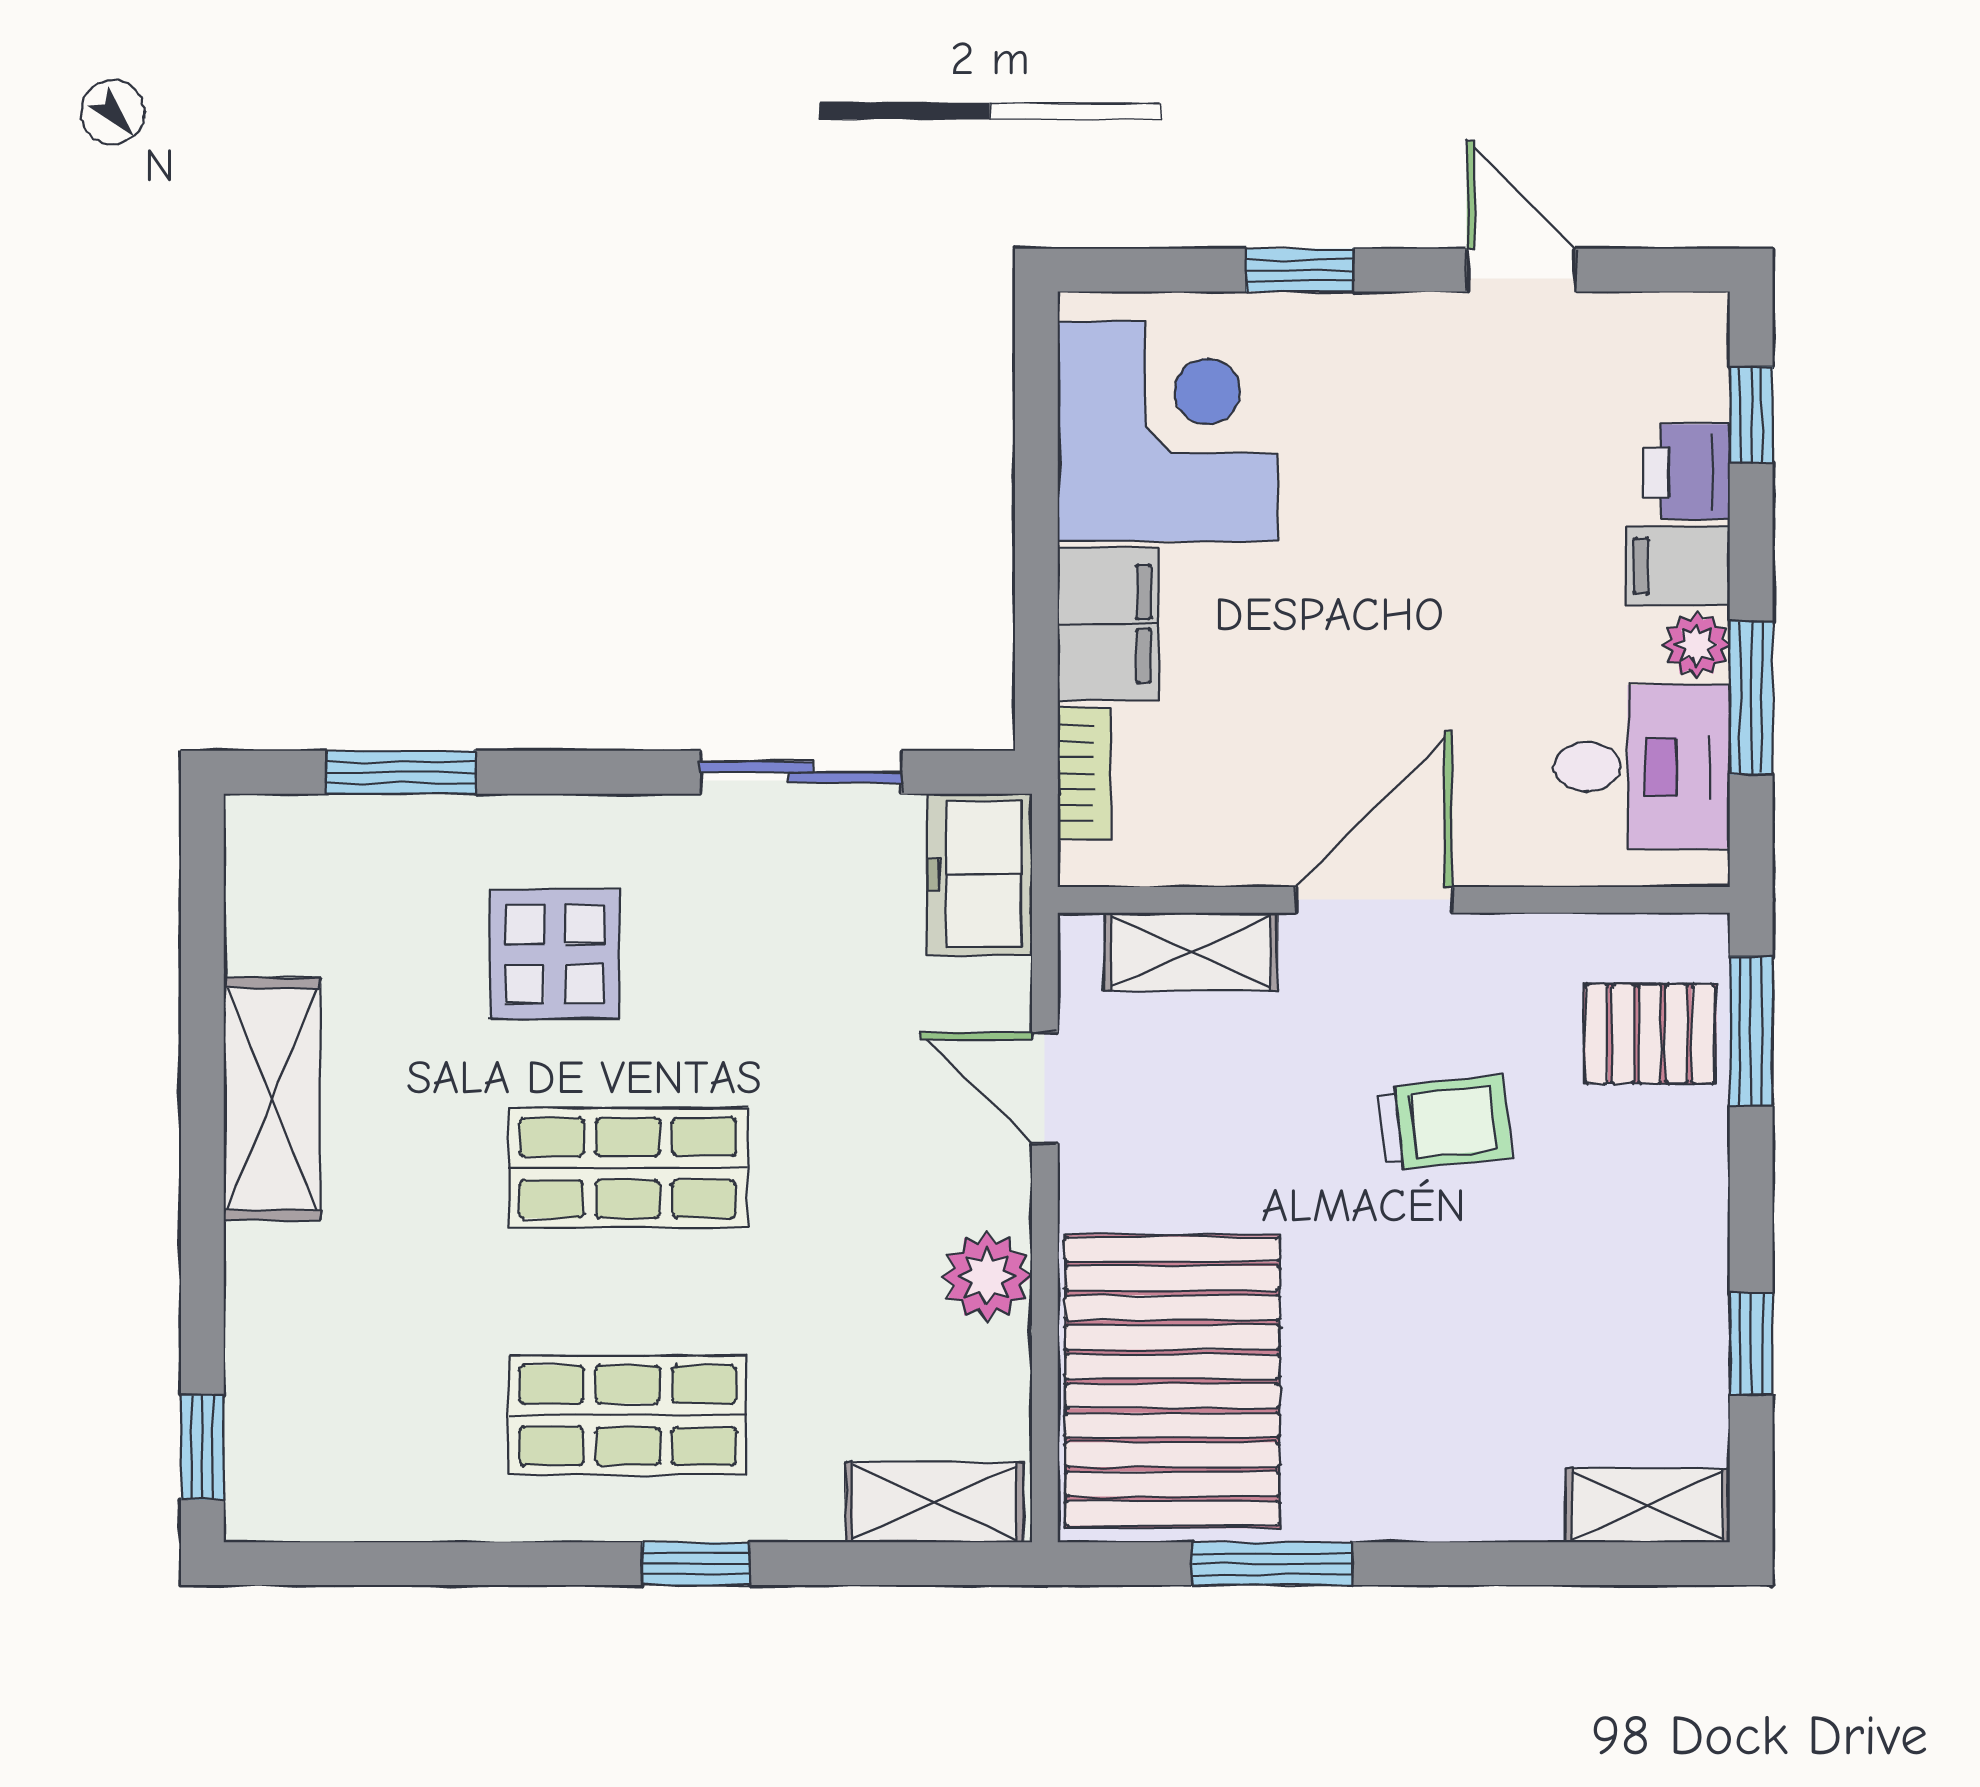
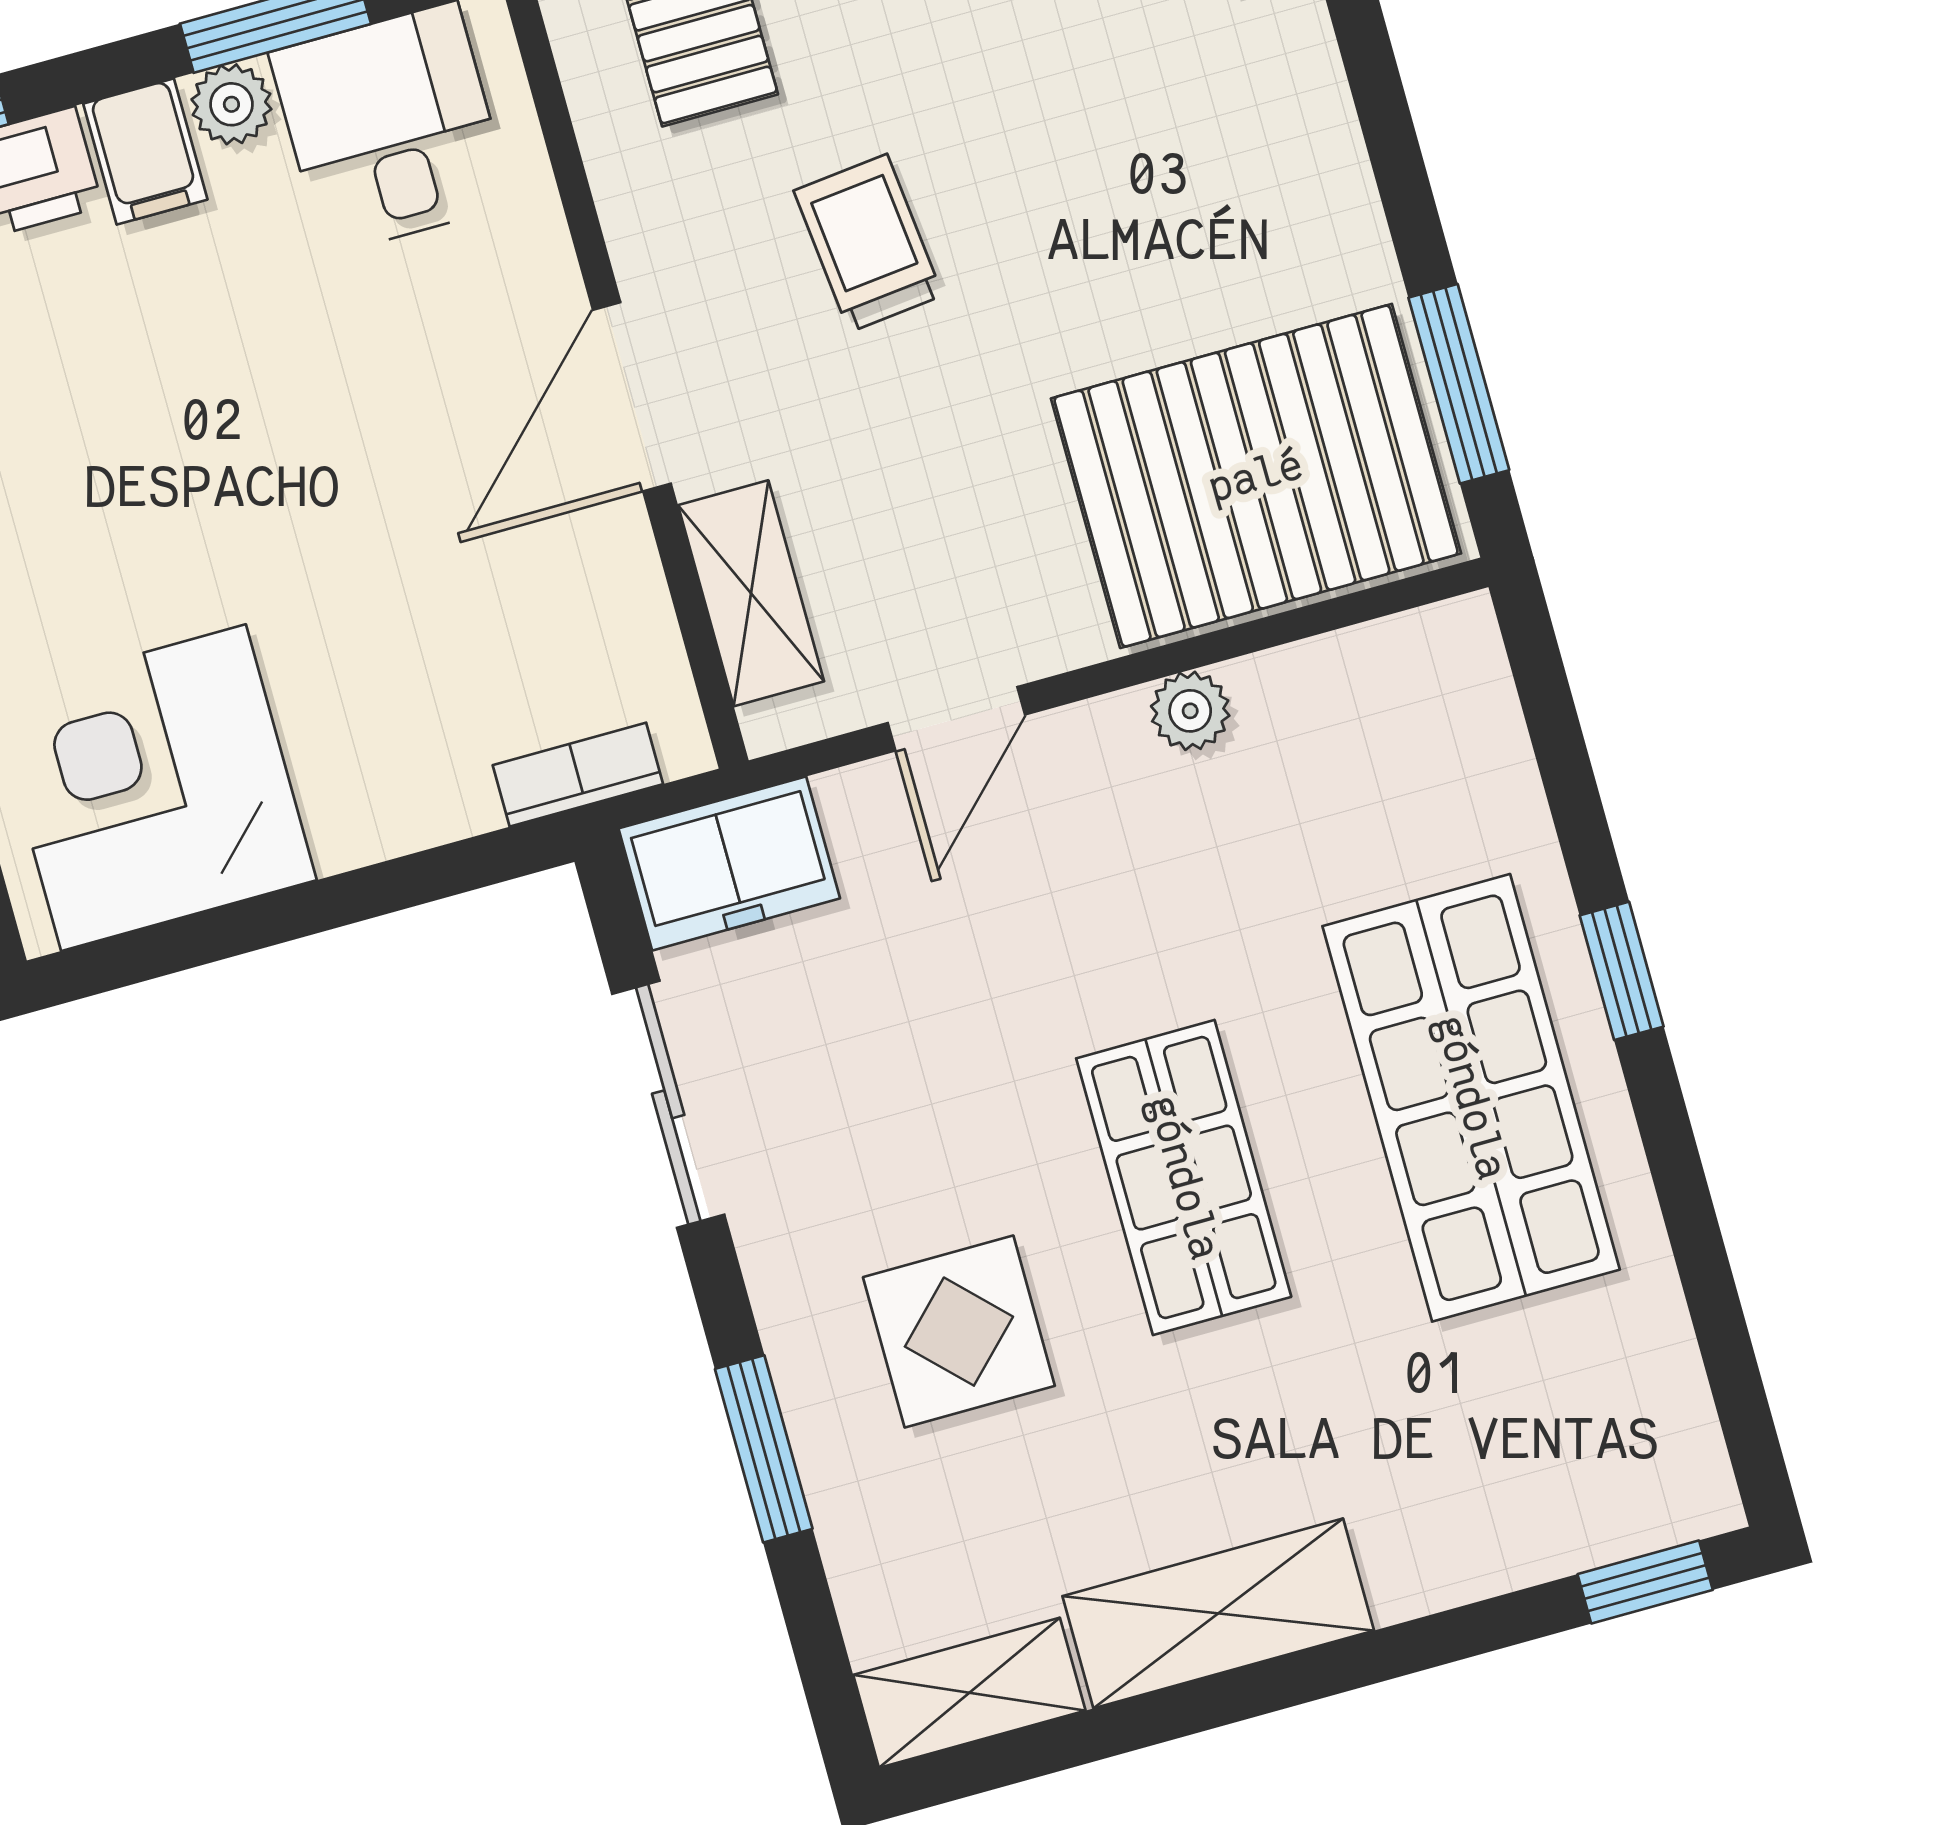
filing cabinet: (1108, 624) -> (397, 794), removed
window: (401, 772) -> (764, 1449), moved
door: (1374, 900) -> (632, 397), hinge flipped
plant: (987, 1277) -> (1190, 711), width x0.73, depth x0.73
shop shelf: (628, 1415) -> (1471, 1098), width x1.43, depth x1.36
shelving: (935, 1502) -> (969, 1693), moved, turned 90
window: (1272, 1564) -> (1459, 384), moved

